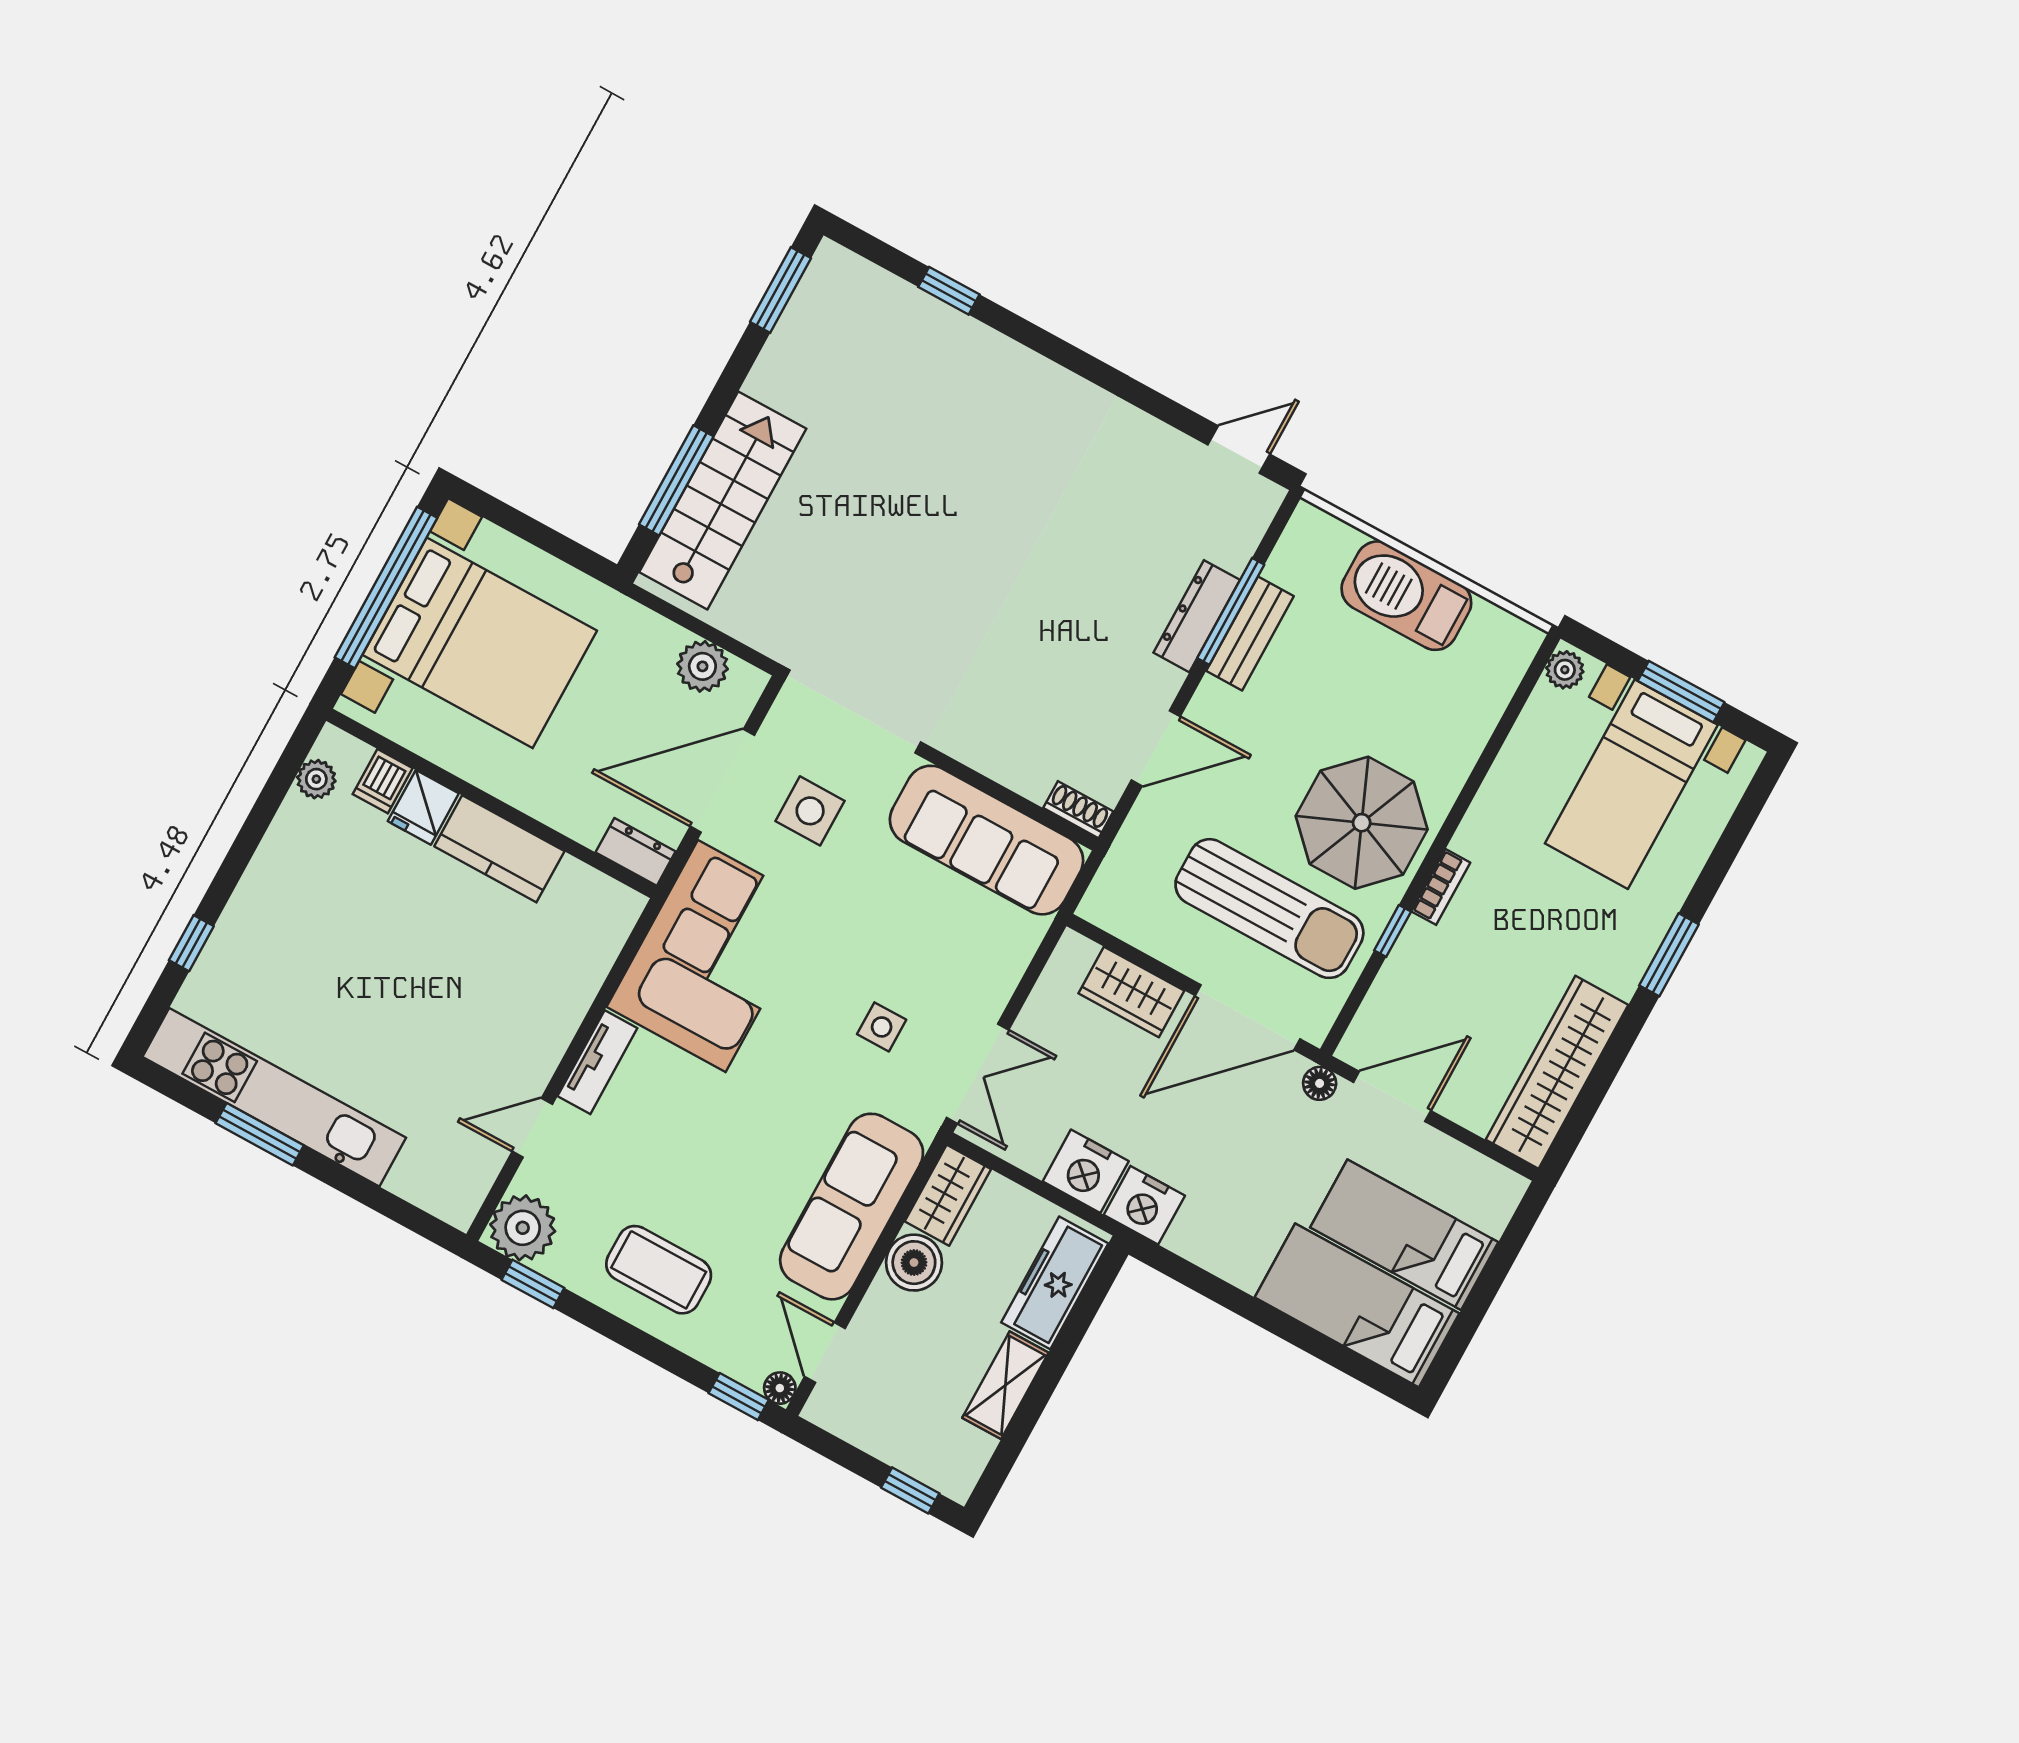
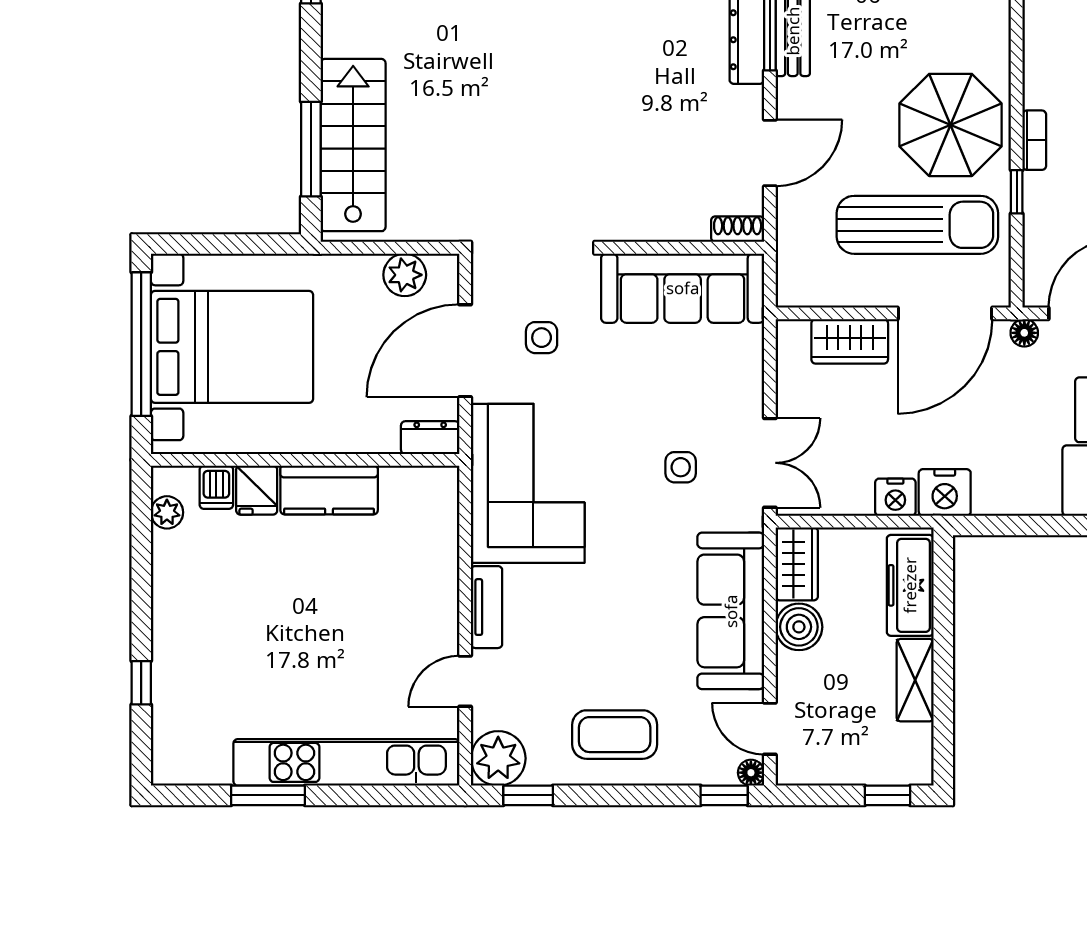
side table: (810, 811) -> (542, 338), width x0.73, depth x0.73
kitchen unit: (274, 1097) -> (346, 762), moved
nightstand: (1086, 1171) -> (895, 497), width x0.74, depth x0.75

